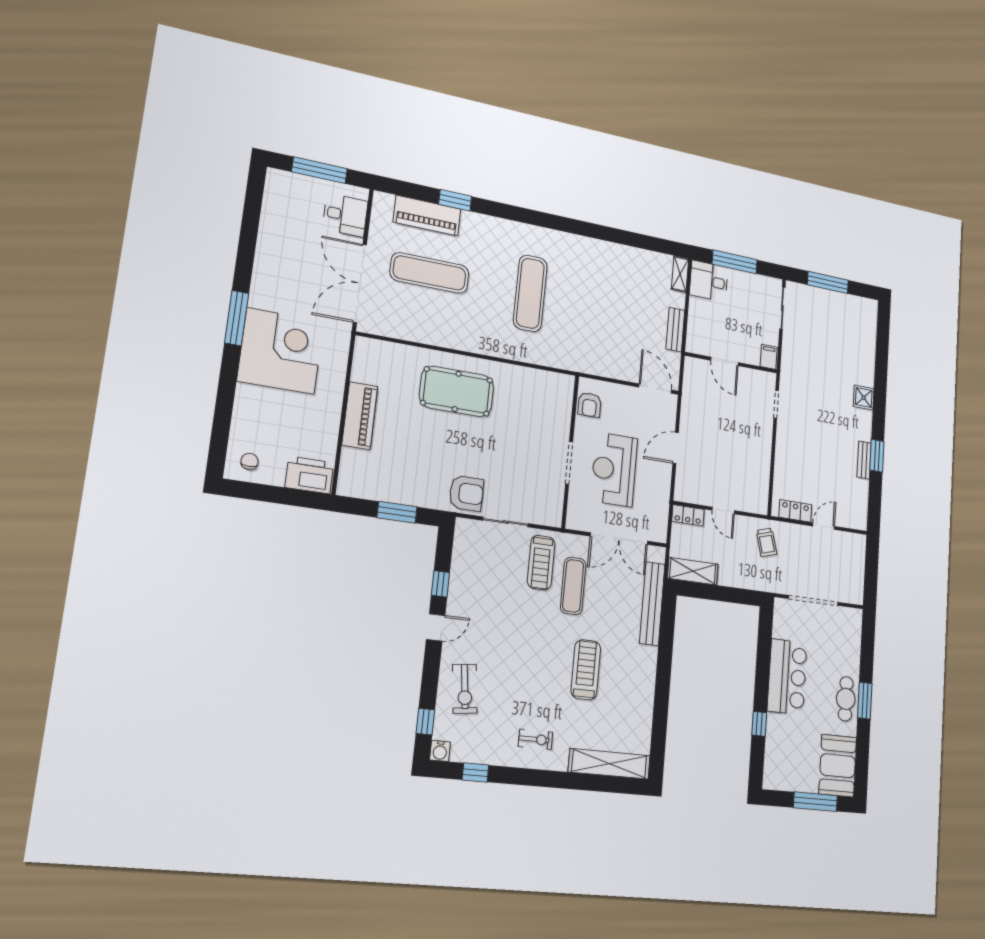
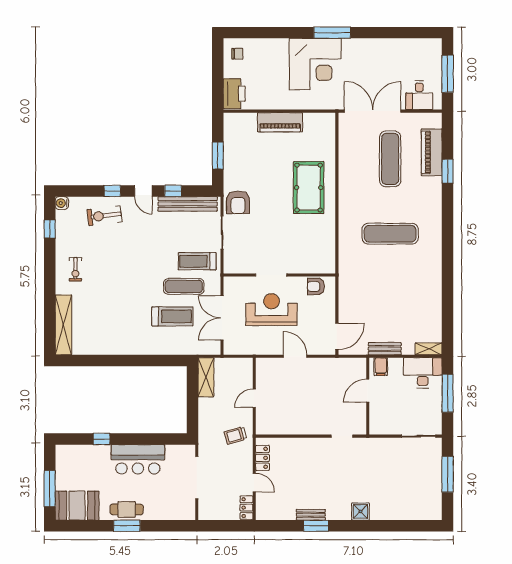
desk: (709, 281) -> (423, 373), width x1.37
filing cabinet: (769, 357) -> (381, 367), moved, turned 90
locker: (688, 515) -> (246, 508), moved
bench: (652, 604) -> (188, 204), moved
treadmill: (586, 670) -> (172, 316), moved
window: (425, 722) -> (112, 191), moved

